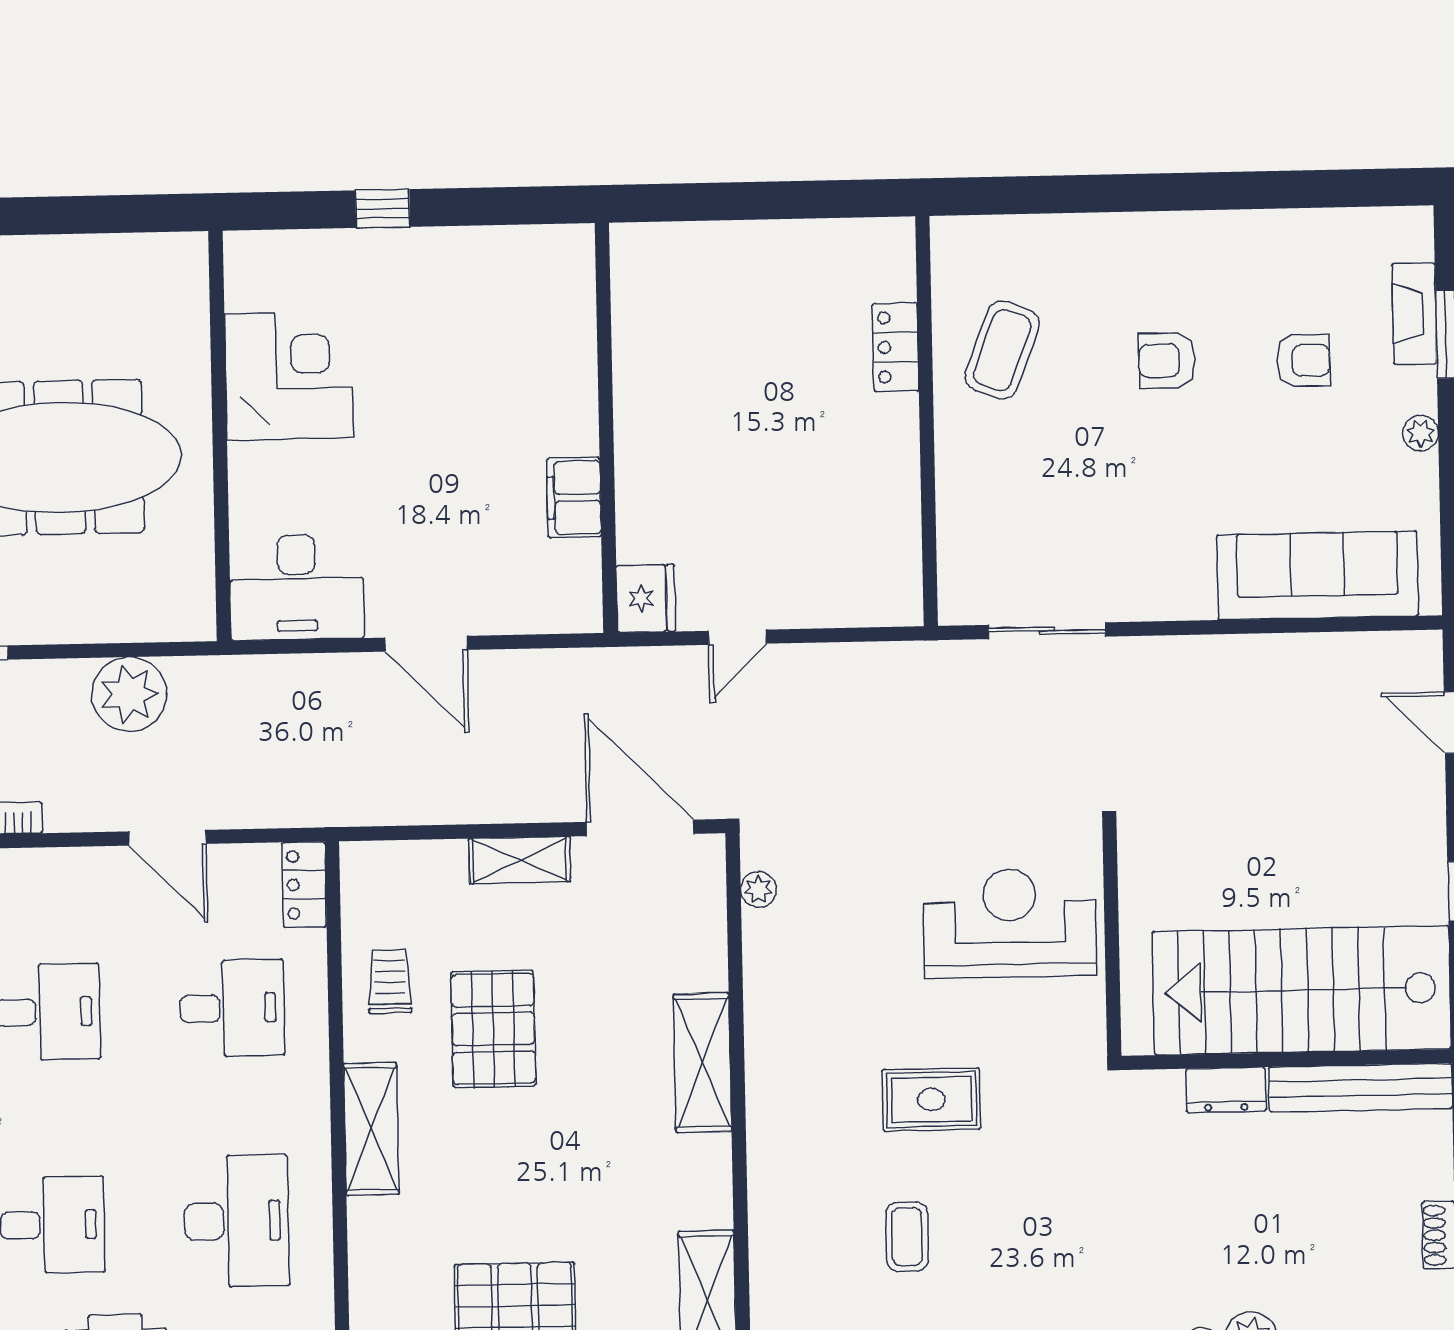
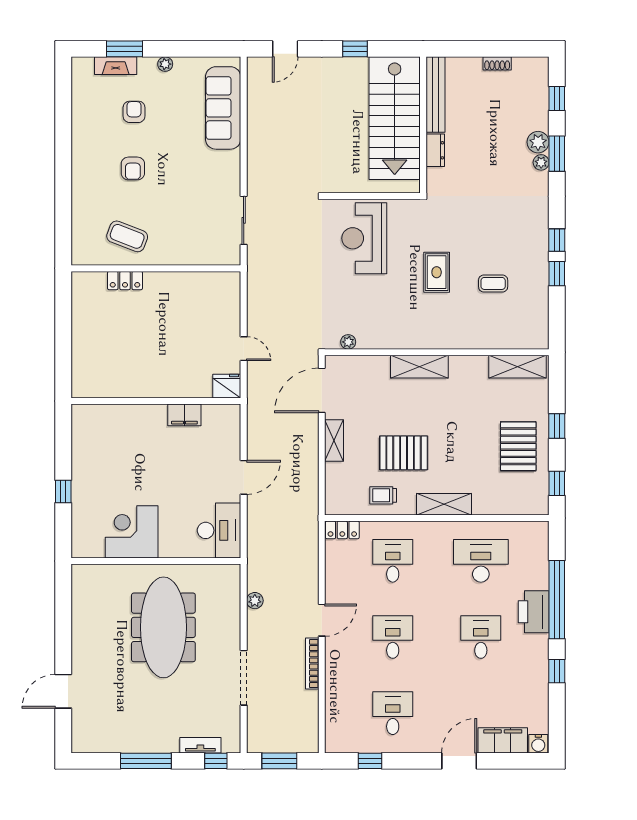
plant: (129, 694) -> (255, 601), width x0.53, depth x0.53
door: (168, 838) -> (322, 620), moved

